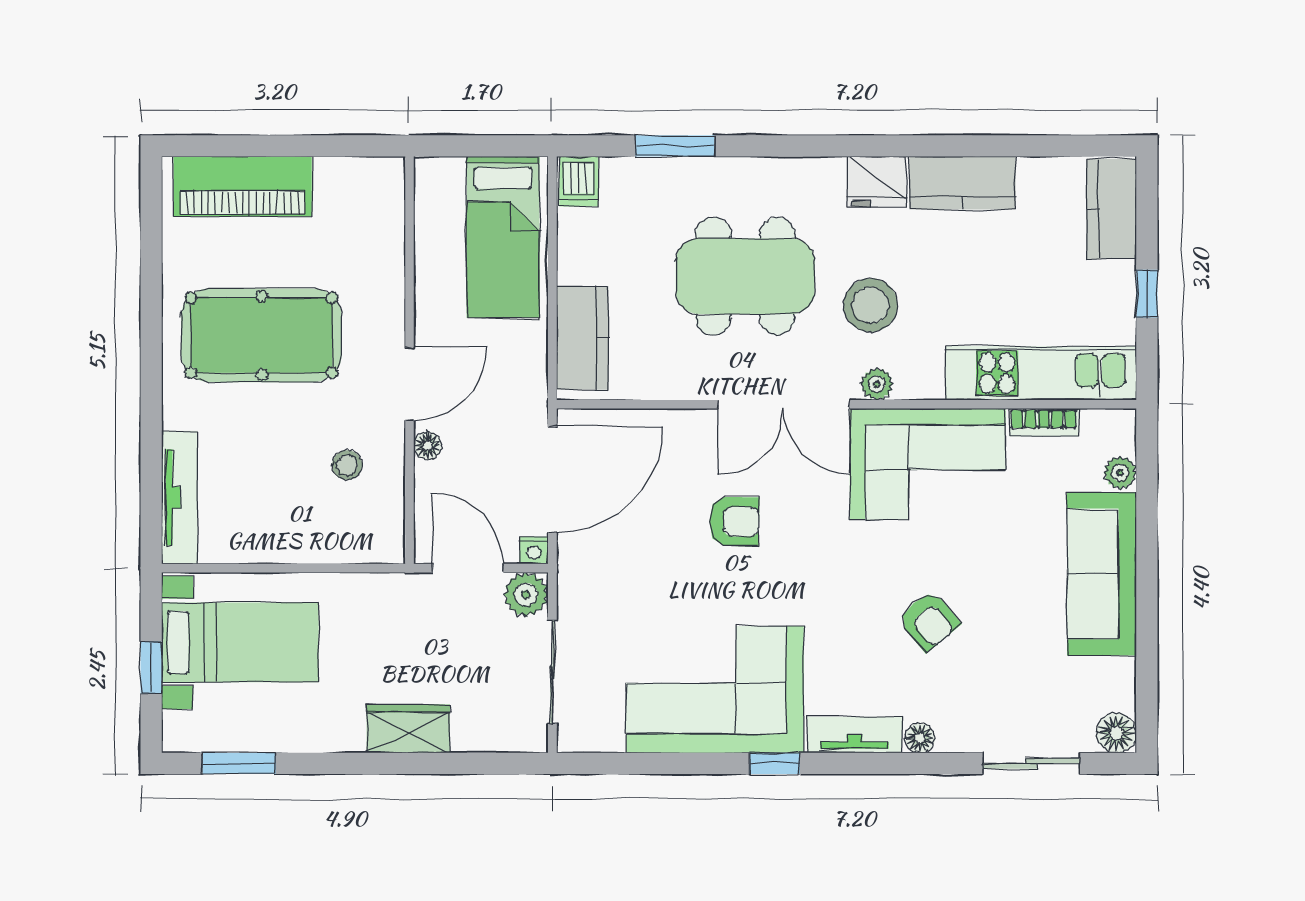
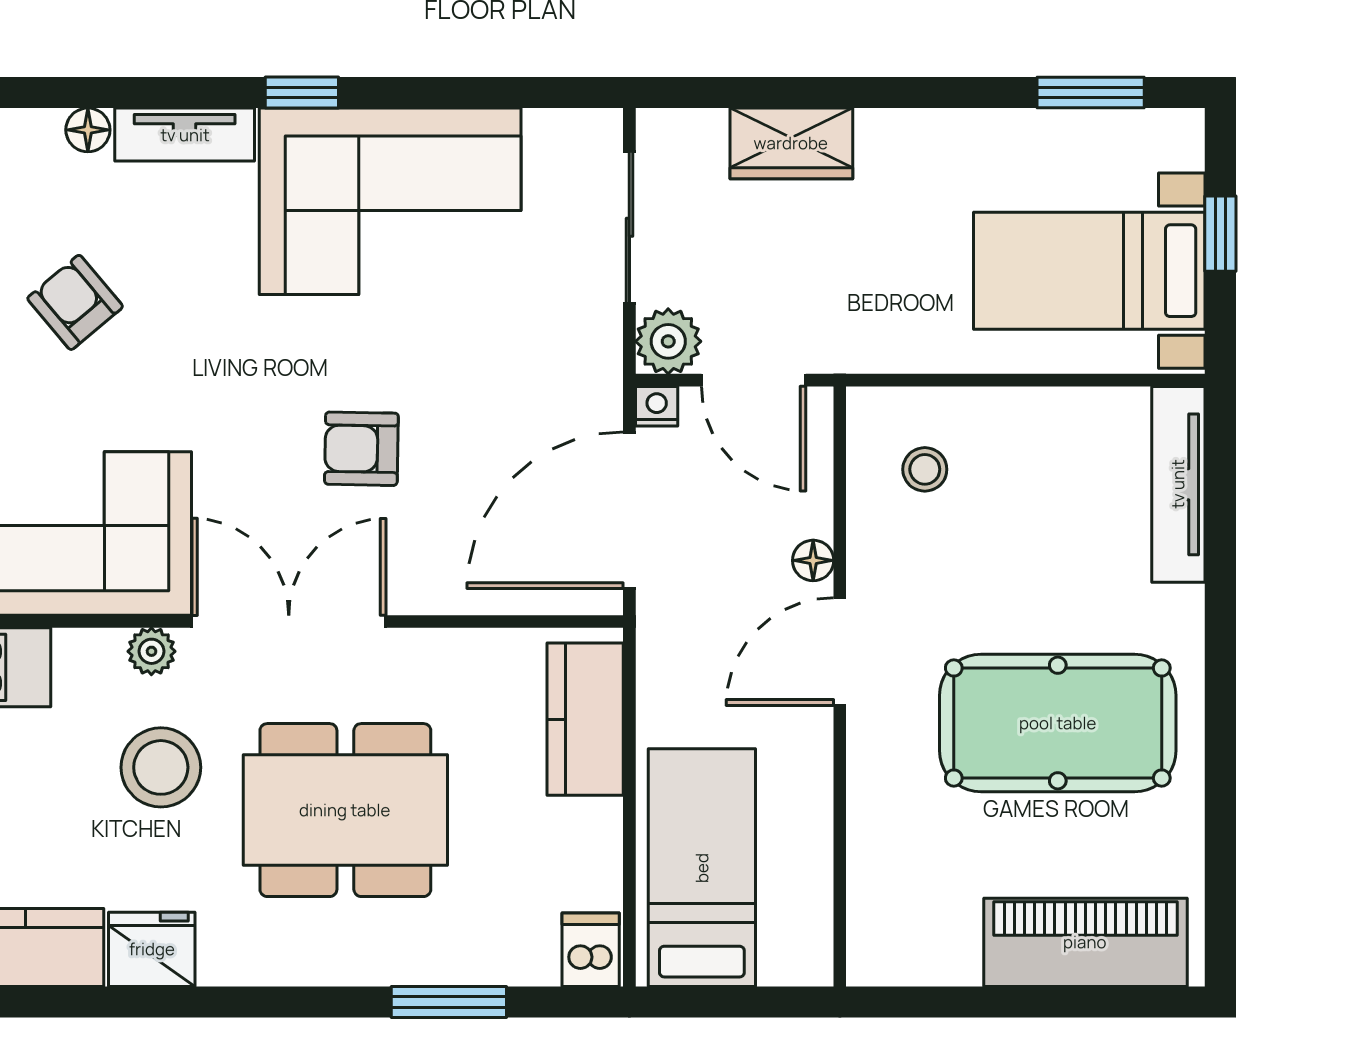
stool: (347, 465) -> (925, 469), moved
wardrobe: (408, 729) -> (791, 143), moved

